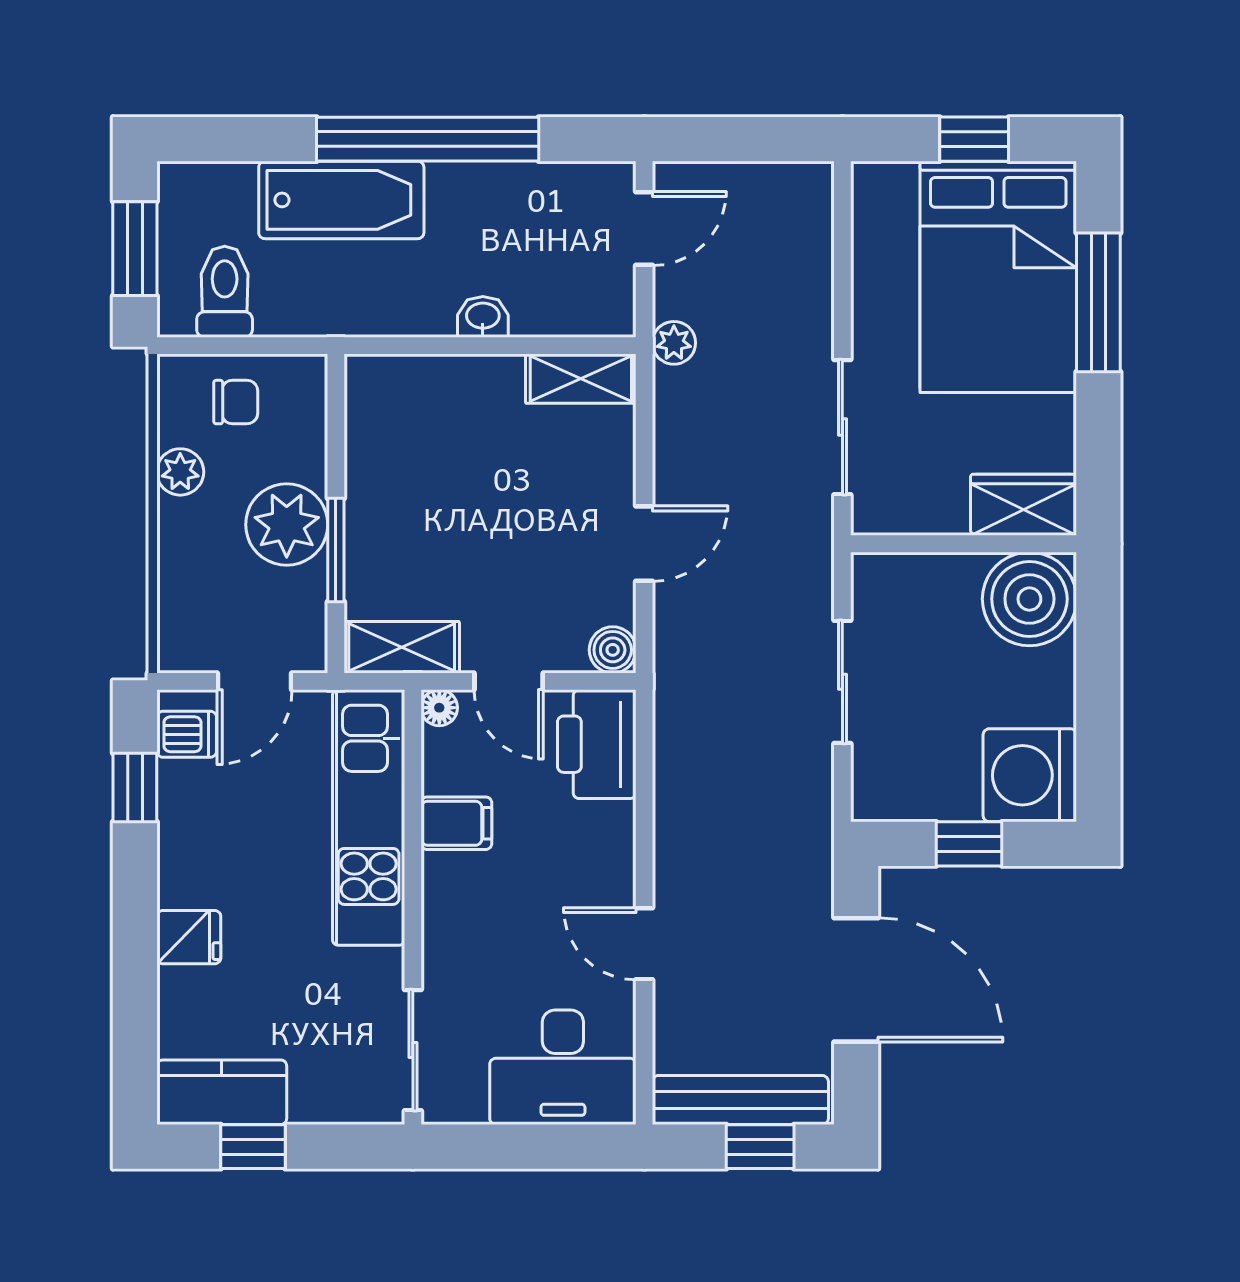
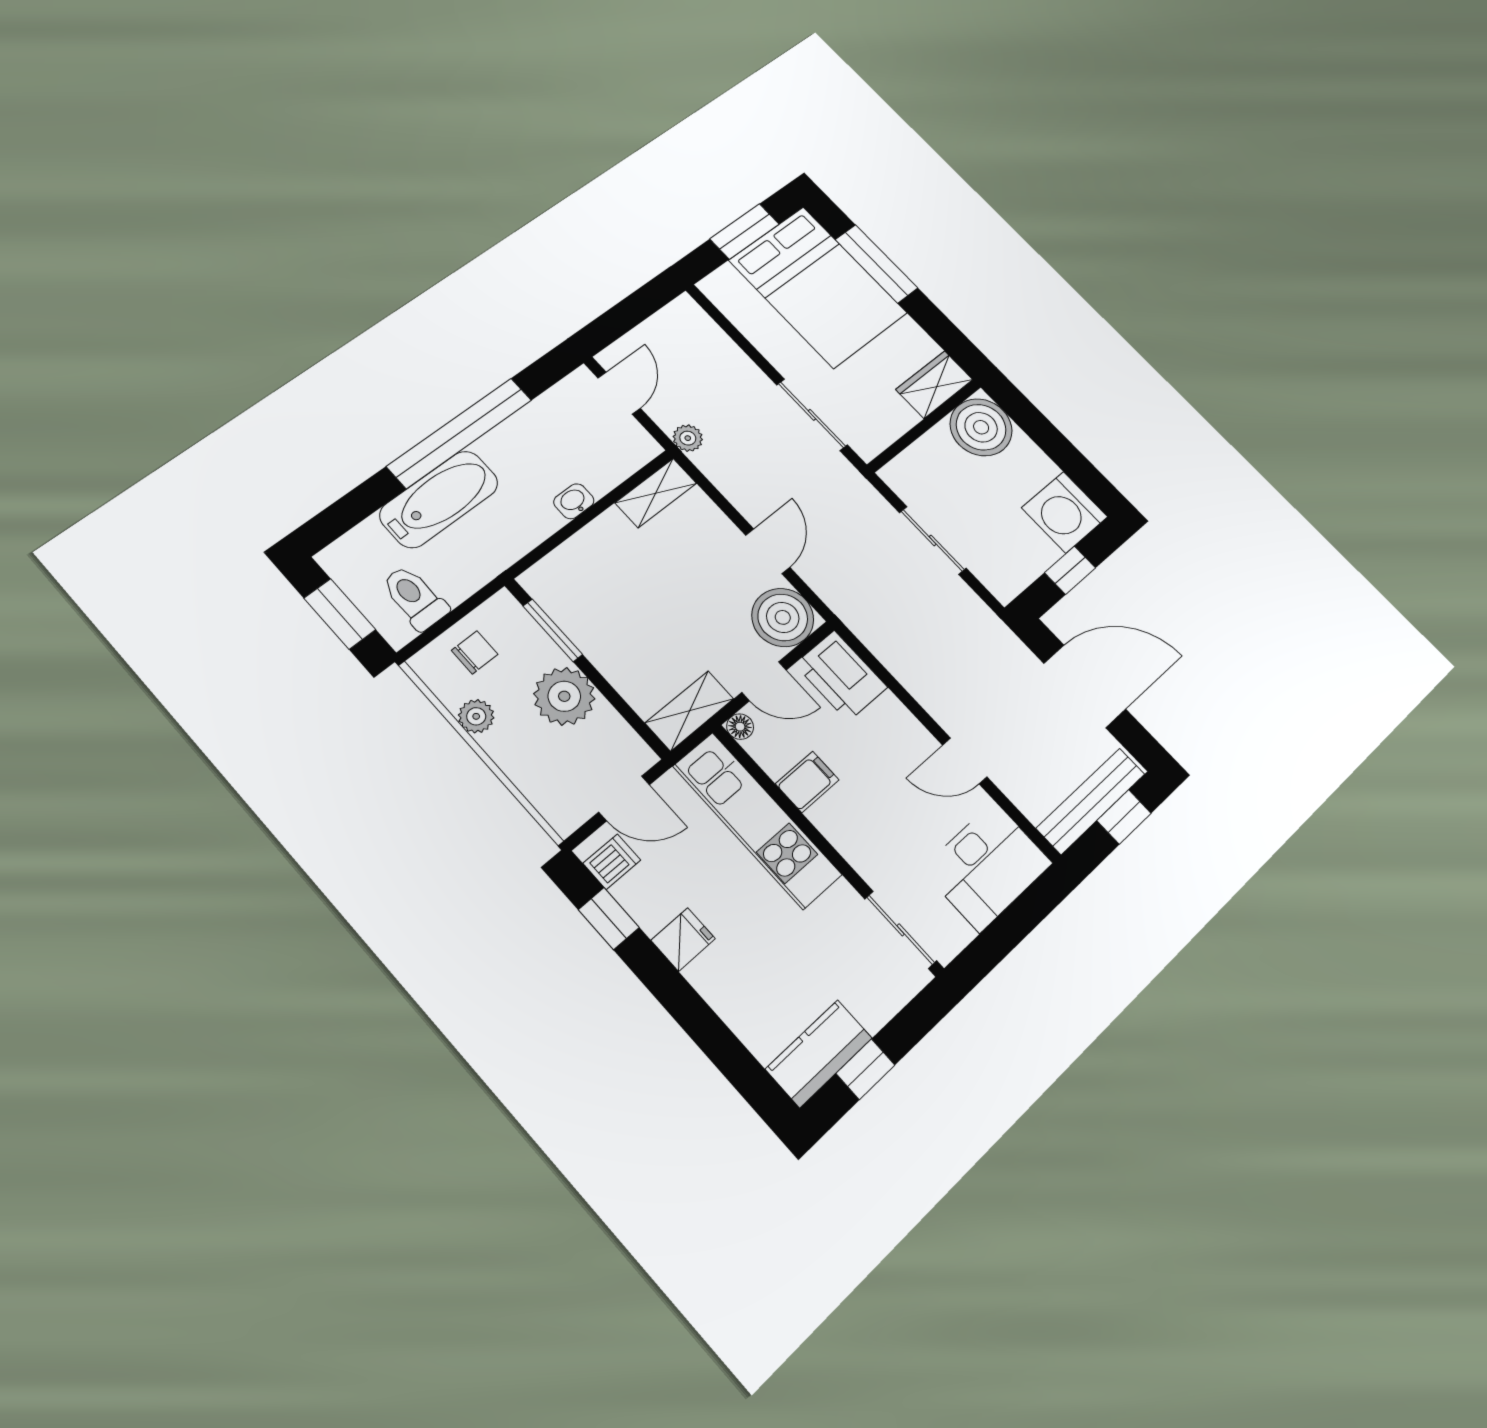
window: (974, 139) -> (745, 231), width x1.50
window: (336, 550) -> (553, 630), moved
boiler: (613, 650) -> (783, 617), width x1.86, depth x1.86
door: (255, 681) -> (624, 798), hinge flipped
fridge: (189, 937) -> (683, 939), moved

